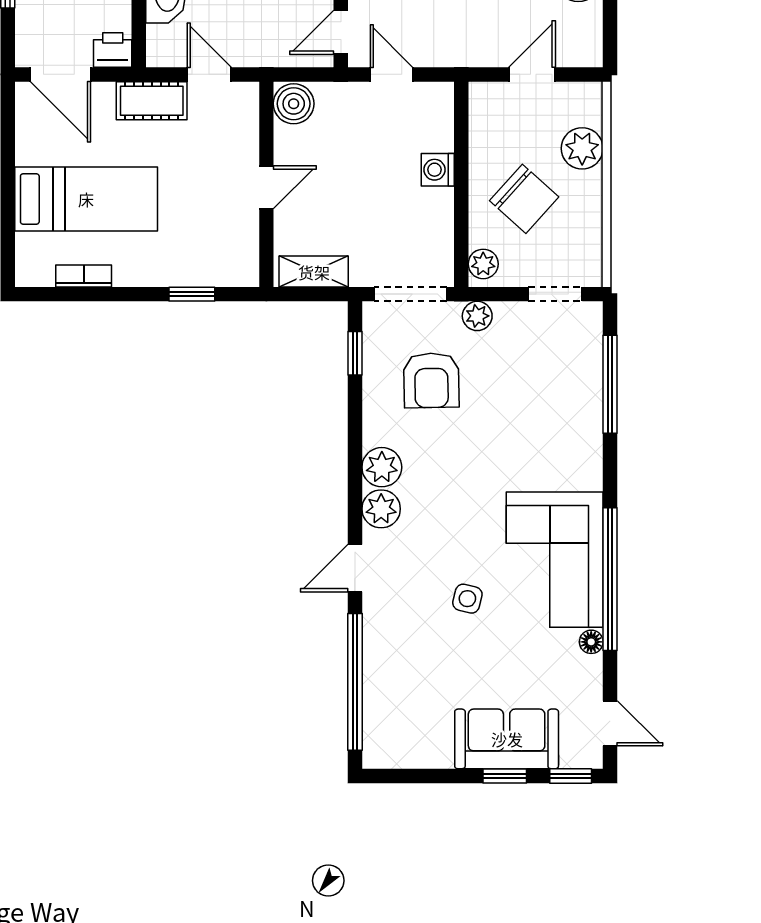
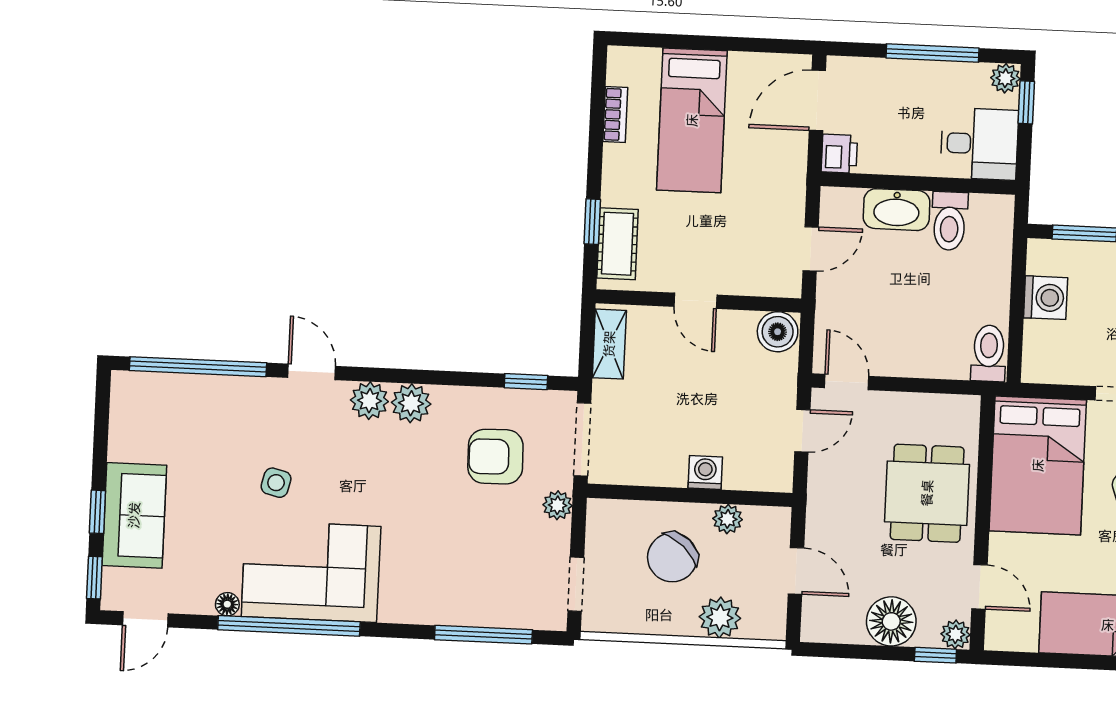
cot: (152, 101) -> (618, 244), moved
plant: (483, 264) -> (728, 519), moved

